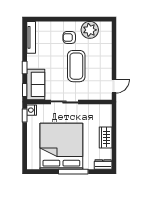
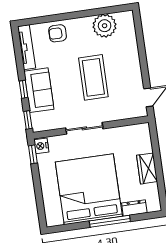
armchair: (69, 37) -> (58, 33), moved
sofa: (36, 84) -> (39, 90), moved
dresser: (103, 165) -> (134, 208), moved

